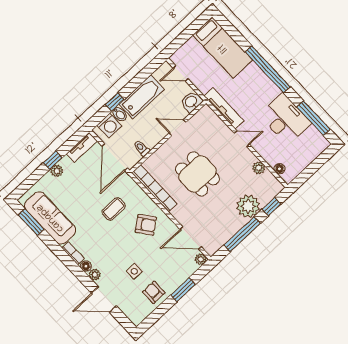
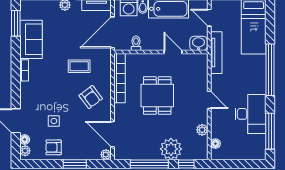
tv unit: (224, 108) -> (216, 53), moved
sofa: (50, 218) -> (31, 39), width x0.73
floor lamp: (86, 266) -> (25, 139), moved
plant: (95, 275) -> (25, 151), moved
armchair: (154, 292) -> (54, 147), turned -90

